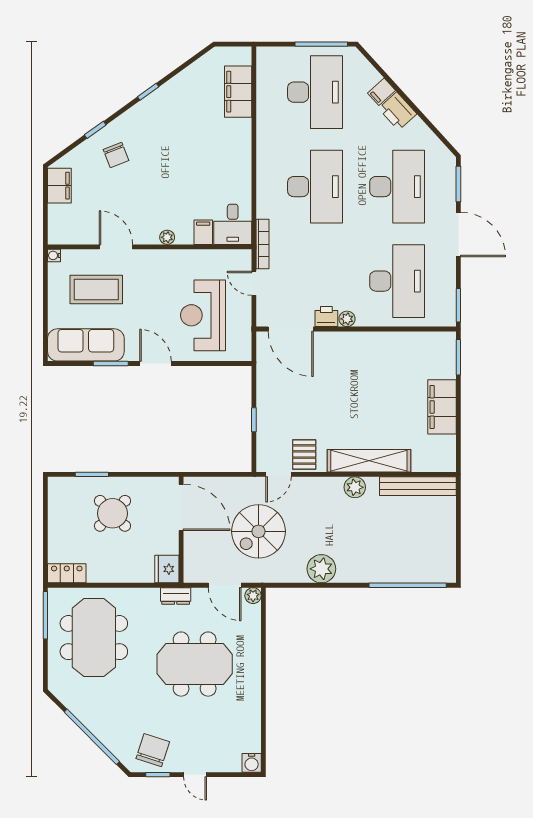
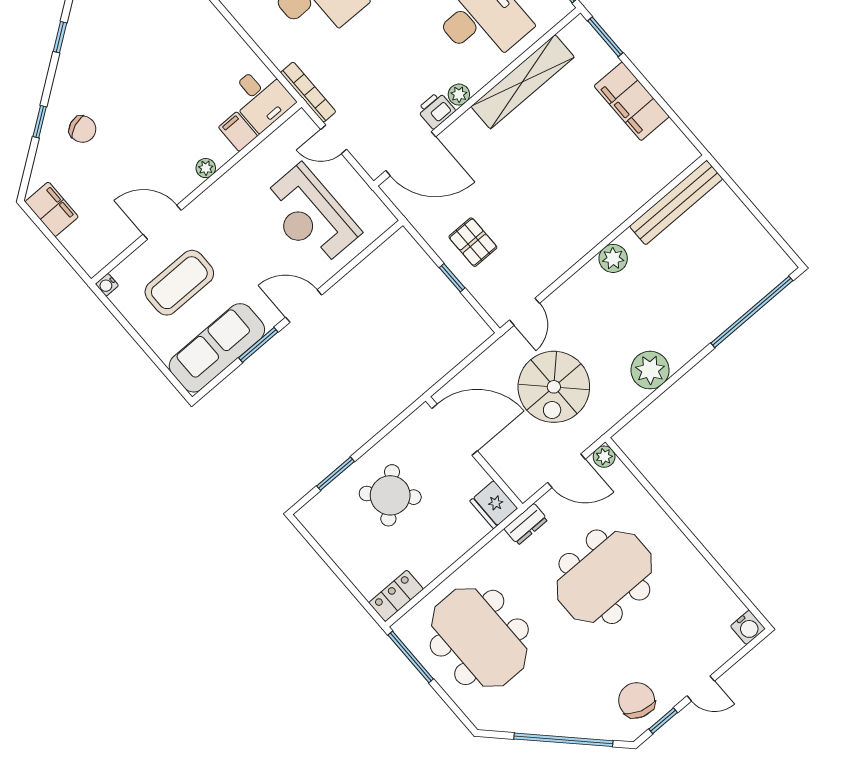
pallet: (304, 454) -> (473, 242), moved
shelving: (369, 461) -> (523, 82), moved

